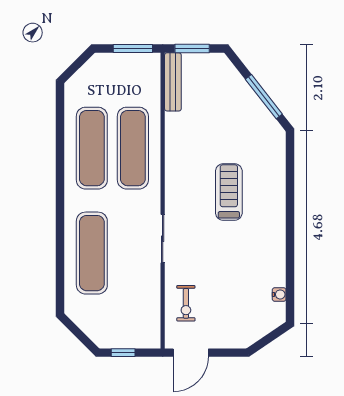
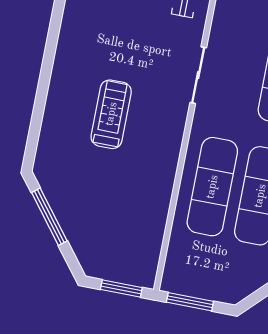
bench: (173, 82) -> (151, 254), removed
treadmill: (229, 192) -> (111, 114), turned 180

